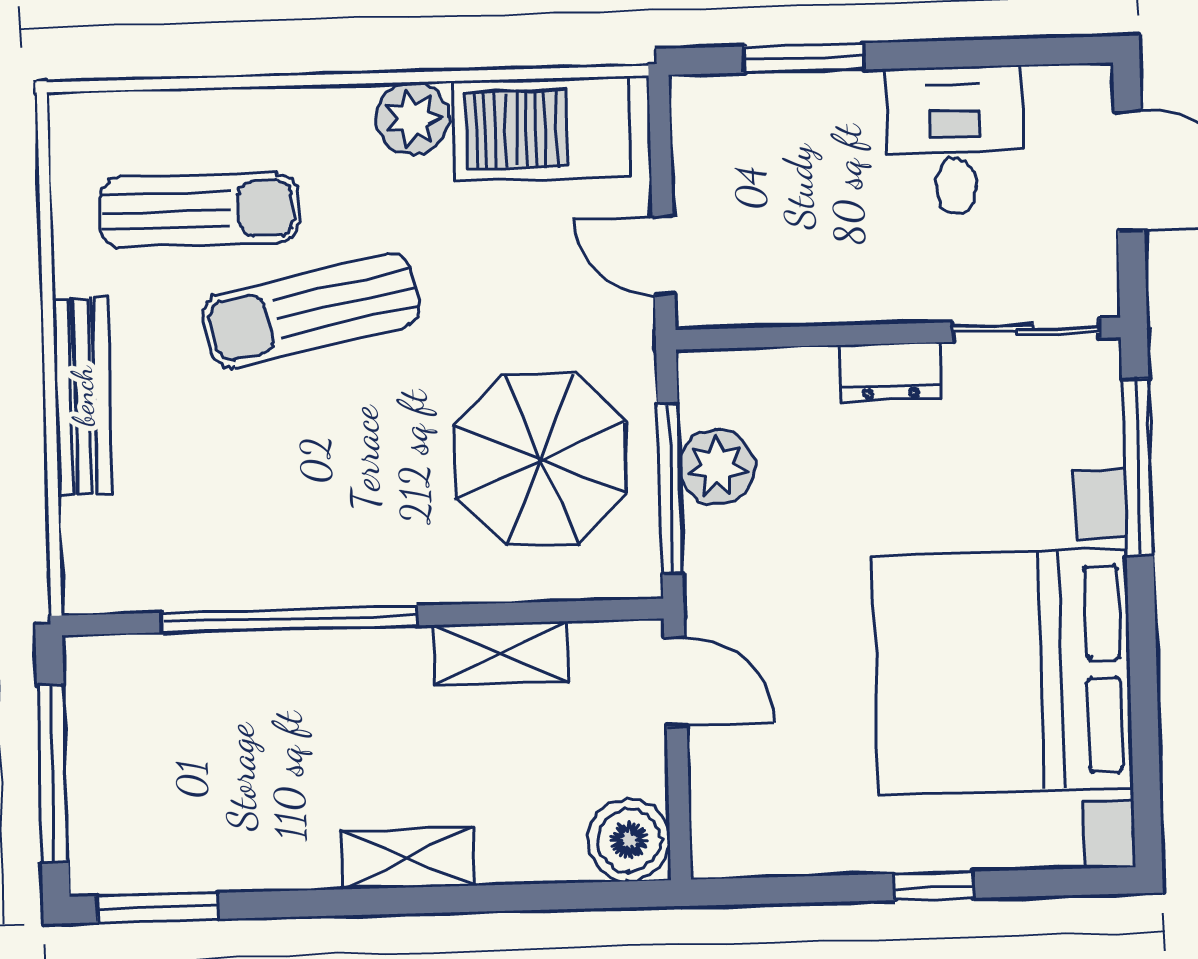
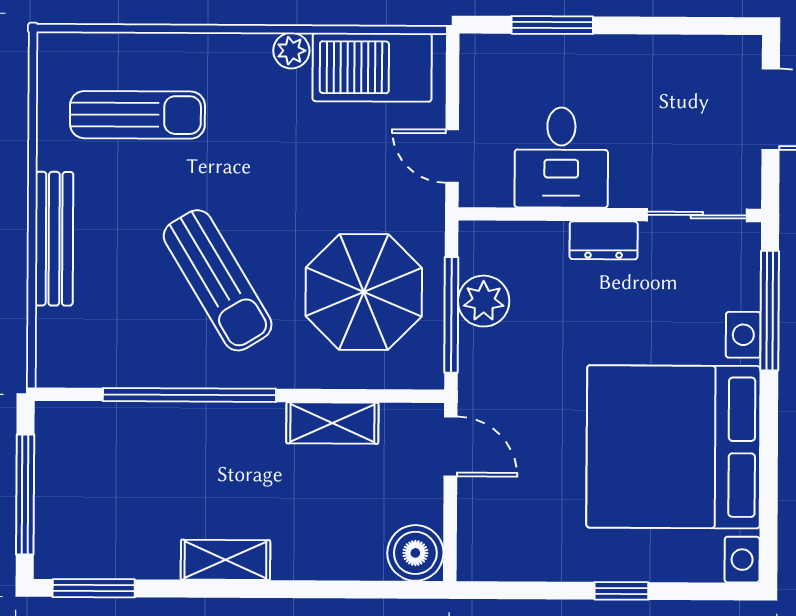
plant: (413, 118) -> (291, 51), width x0.73, depth x0.73
desk: (955, 141) -> (561, 158), moved, turned 180
sun lounger: (311, 311) -> (218, 280), moved, turned -109
shelving: (408, 858) -> (225, 560), moved

